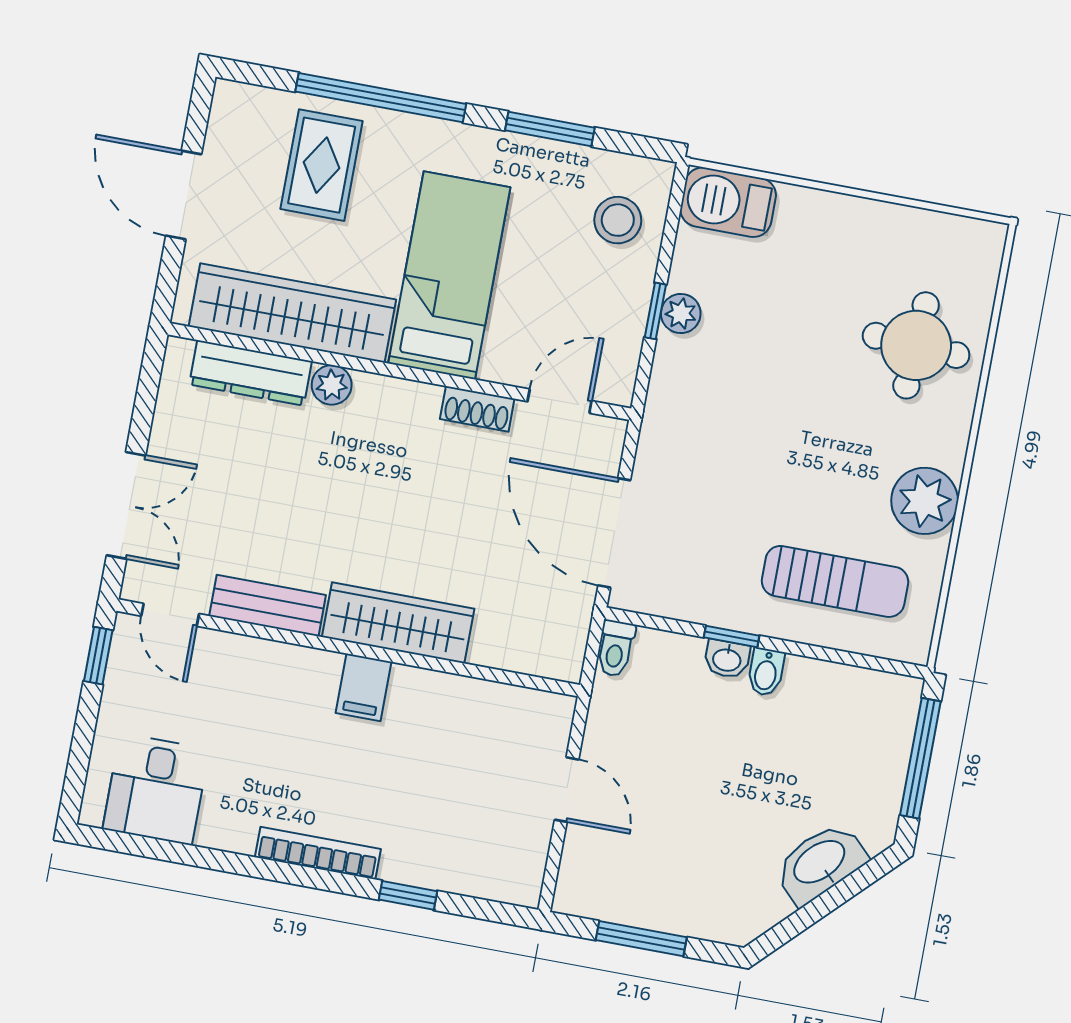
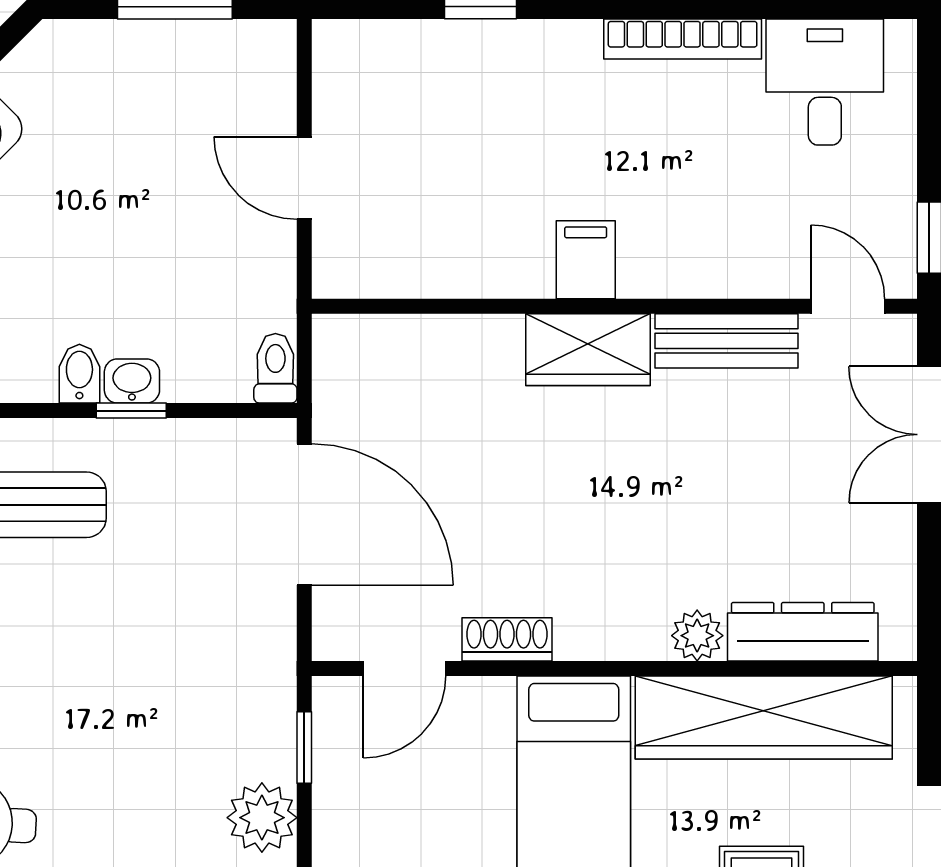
window: (655, 311) -> (304, 747), moved
plant: (681, 314) -> (262, 818), width x1.38, depth x1.38
wardrobe: (398, 623) -> (588, 350), width x0.67
bookcase: (318, 853) -> (683, 39), moved

